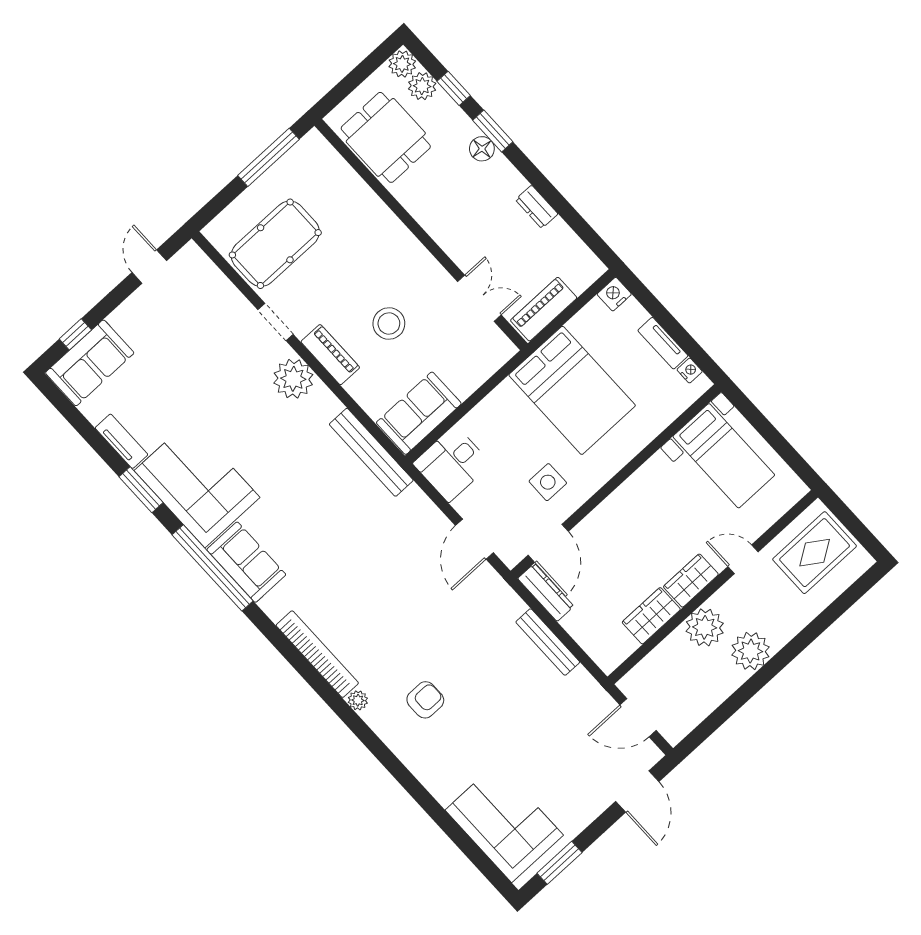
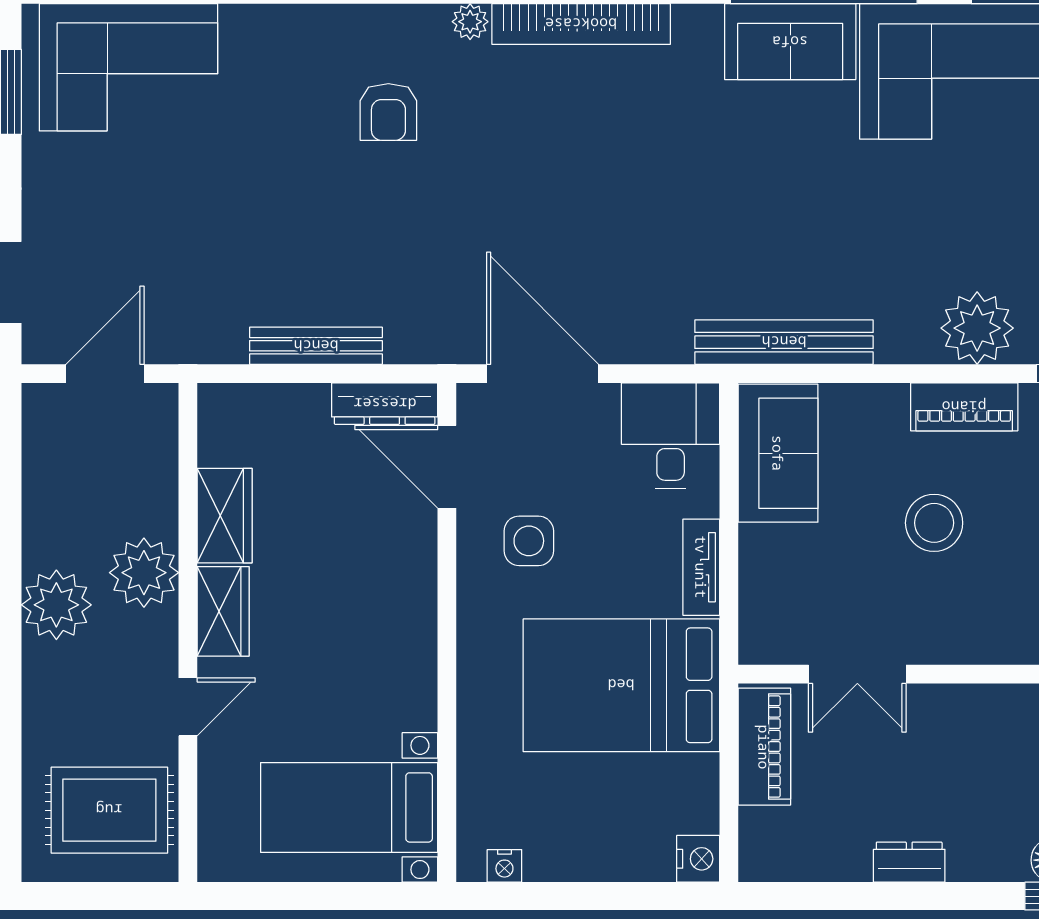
tv unit: (663, 343) -> (701, 567), moved, turned -90
door: (474, 539) -> (543, 374), width x1.36
rug: (815, 553) -> (109, 810), turned 90

